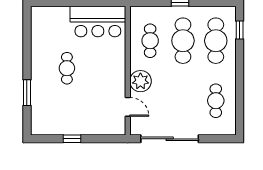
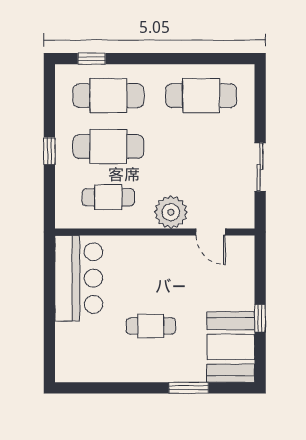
cafe table: (216, 101) -> (201, 96), width x1.37, depth x1.35
door: (128, 107) -> (211, 232), swing flipped
booth: (53, 120) -> (231, 347), added
sliding door: (170, 139) -> (260, 167), width x0.54

